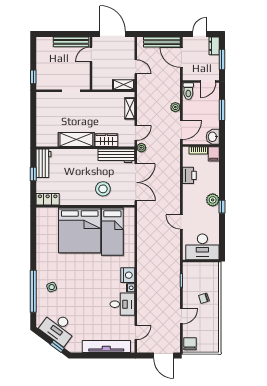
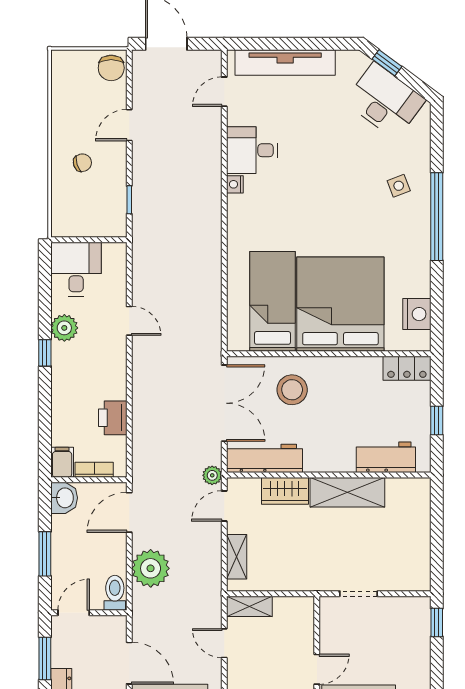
plant: (175, 107) -> (151, 568), width x1.88, depth x1.88
workbench: (44, 163) -> (386, 457), moved, turned 90
double door: (136, 182) -> (224, 403), swing flipped
plant: (213, 200) -> (64, 328), moved
desk: (202, 247) -> (76, 269), width x0.73
nightstand: (128, 275) -> (417, 314), moved, turned 180
window: (33, 291) -> (437, 217), moved

